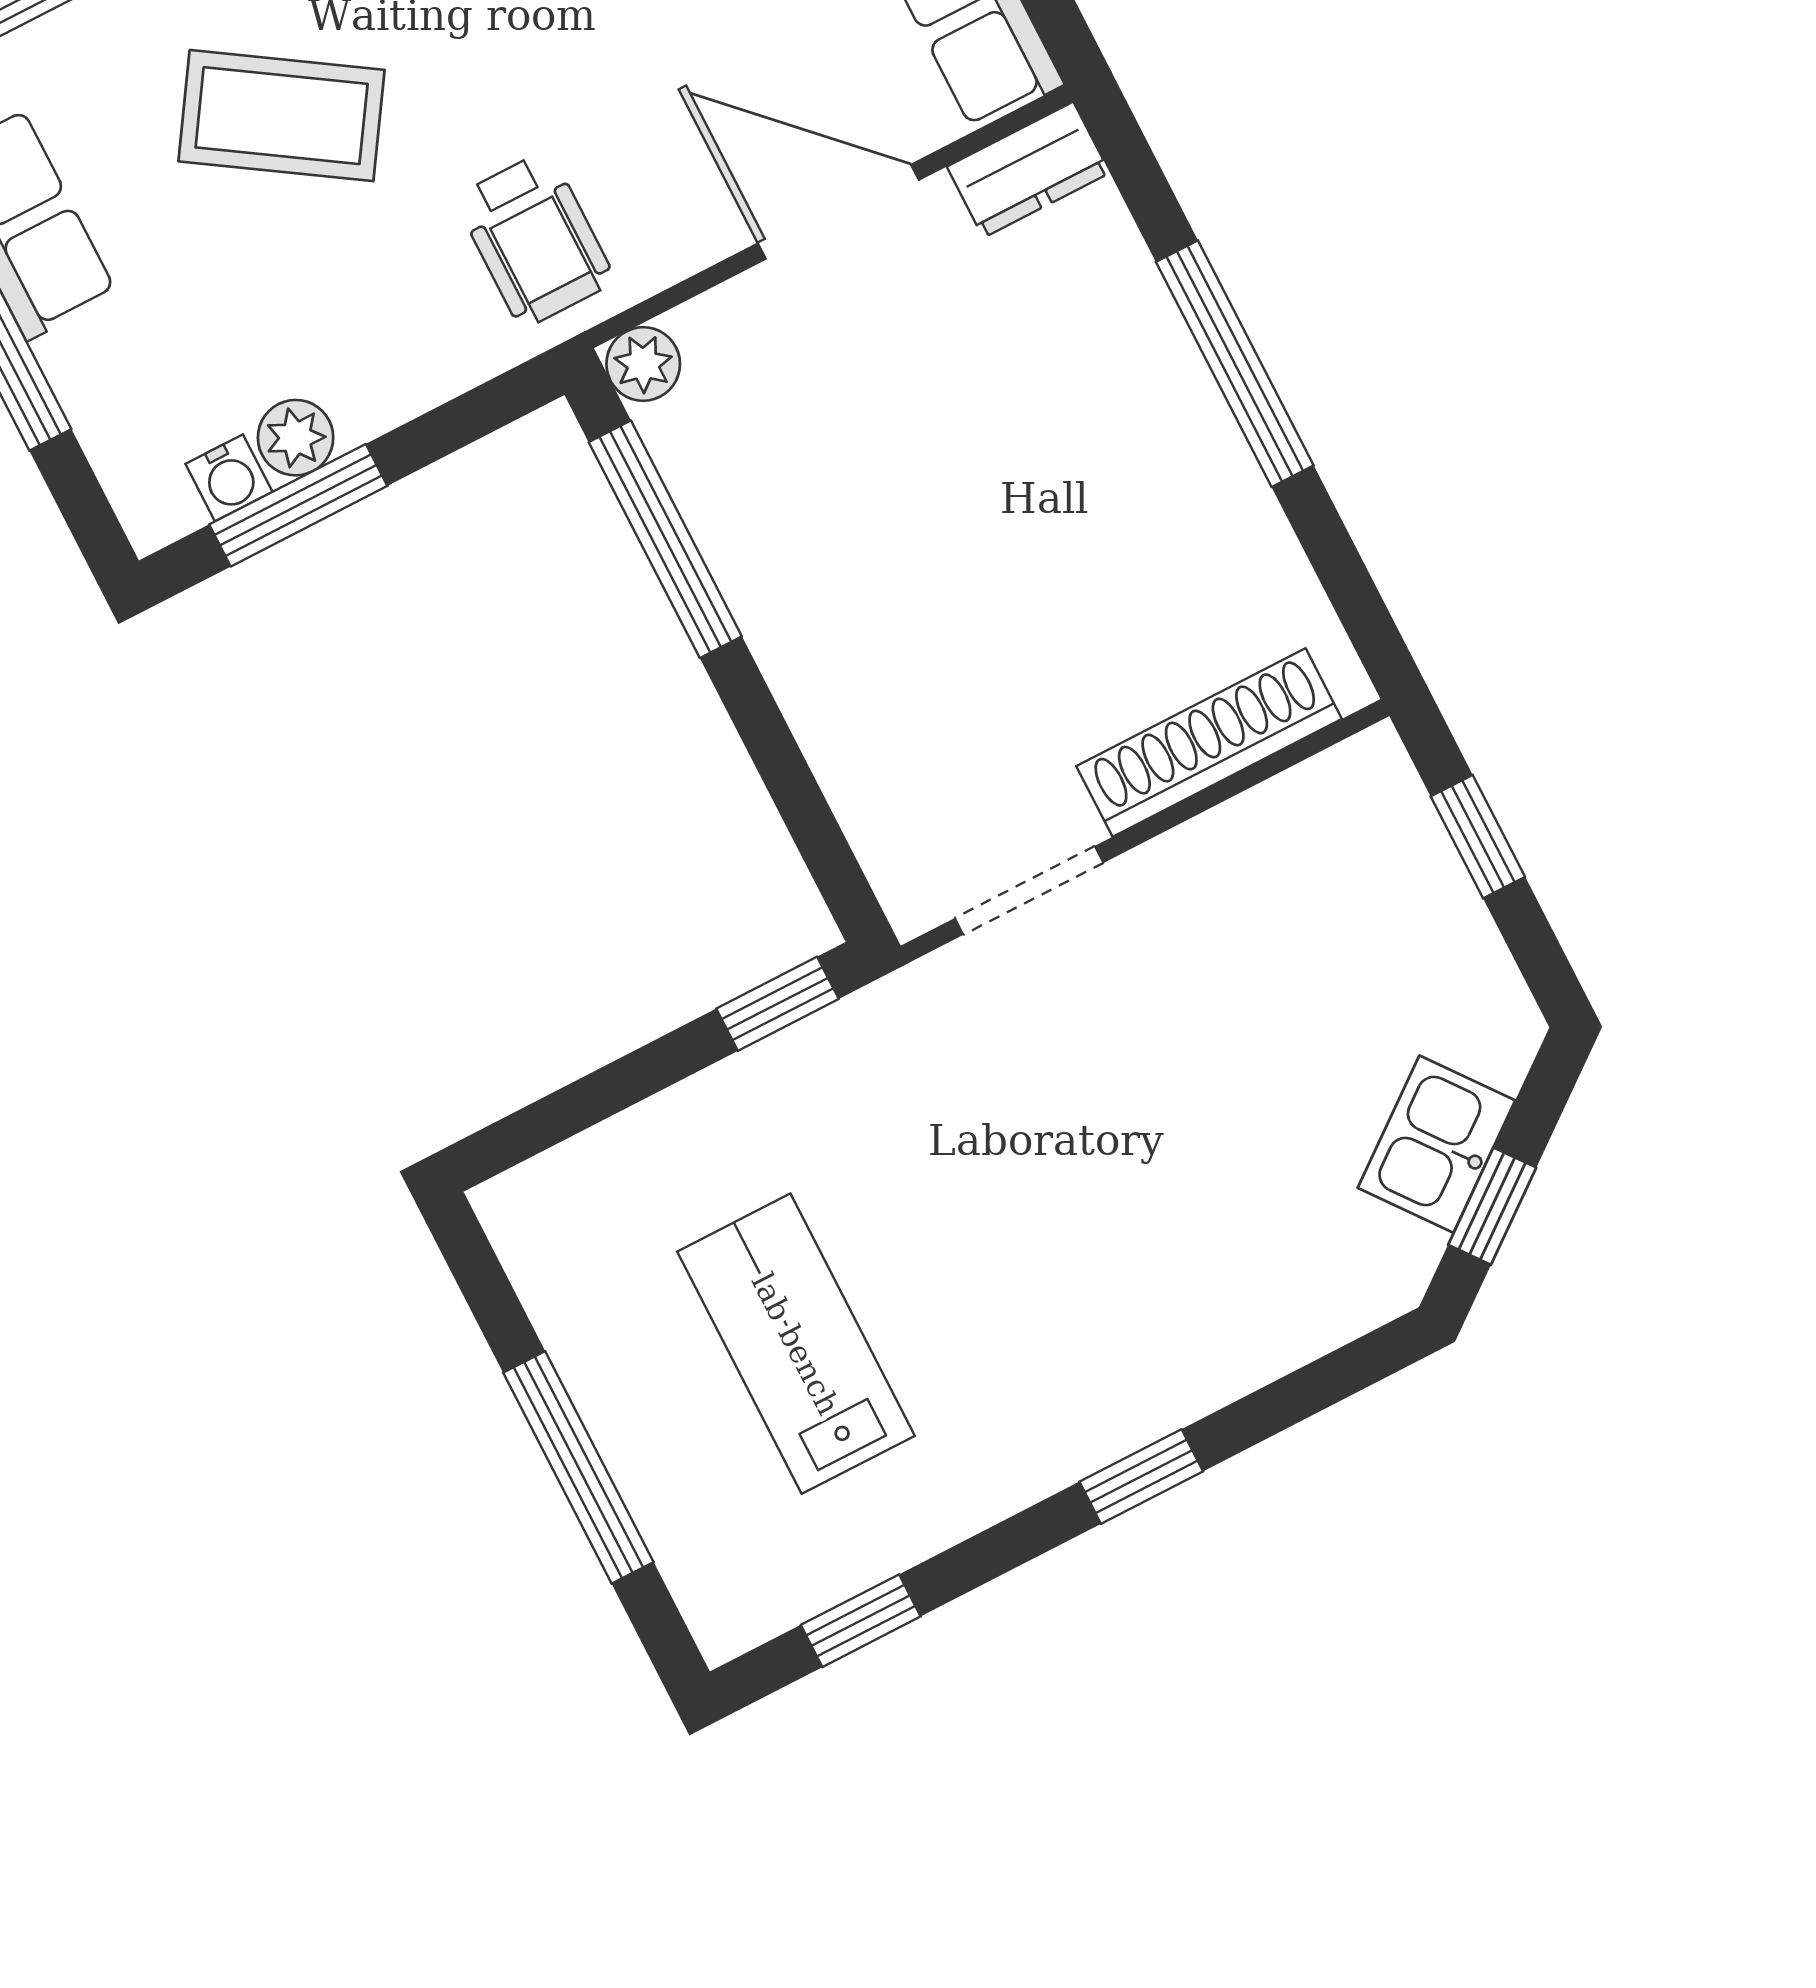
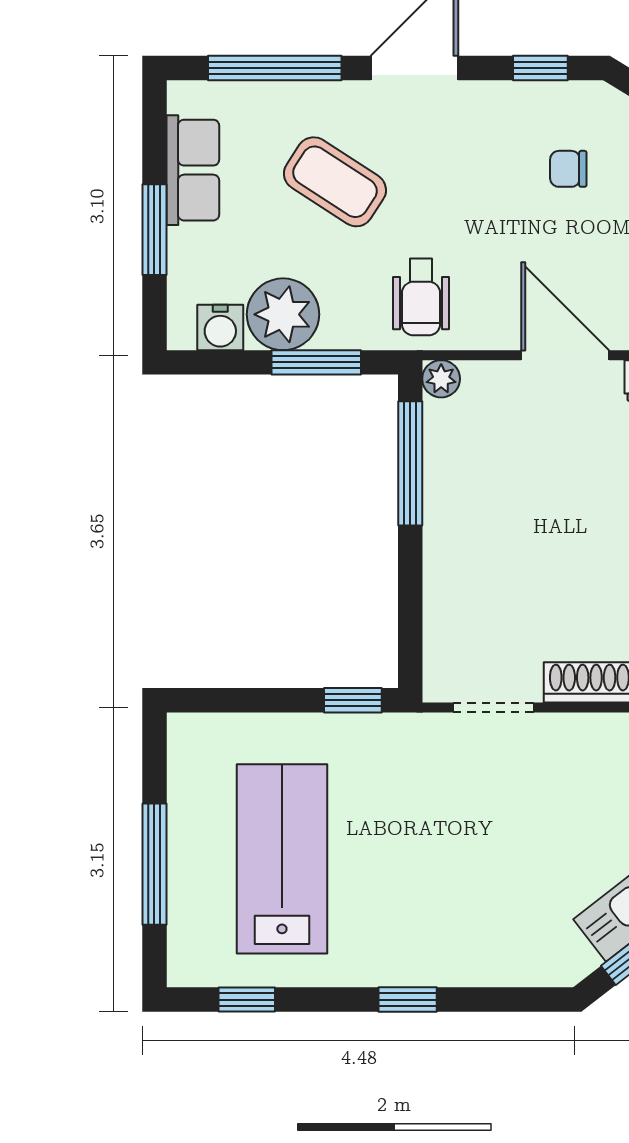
plant: (296, 438) -> (283, 314), width x1.88, depth x1.88
water cooler: (229, 478) -> (220, 328), width x1.38, depth x1.38
window: (298, 505) -> (316, 362), moved
lab bench: (796, 1344) -> (282, 859), width x1.36, depth x1.39

